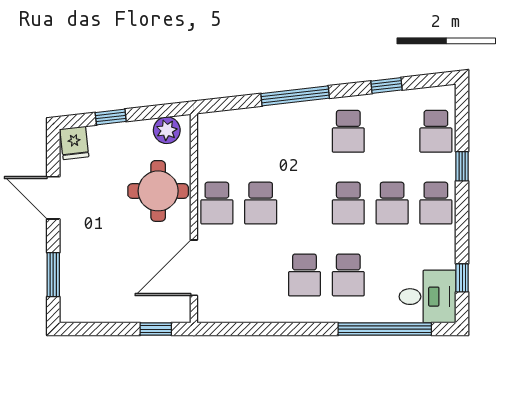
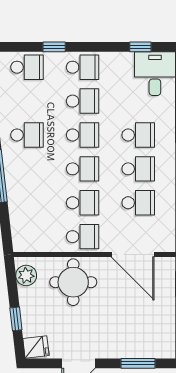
school desk: (304, 203) -> (83, 169), added
school desk: (261, 275) -> (138, 203), added

